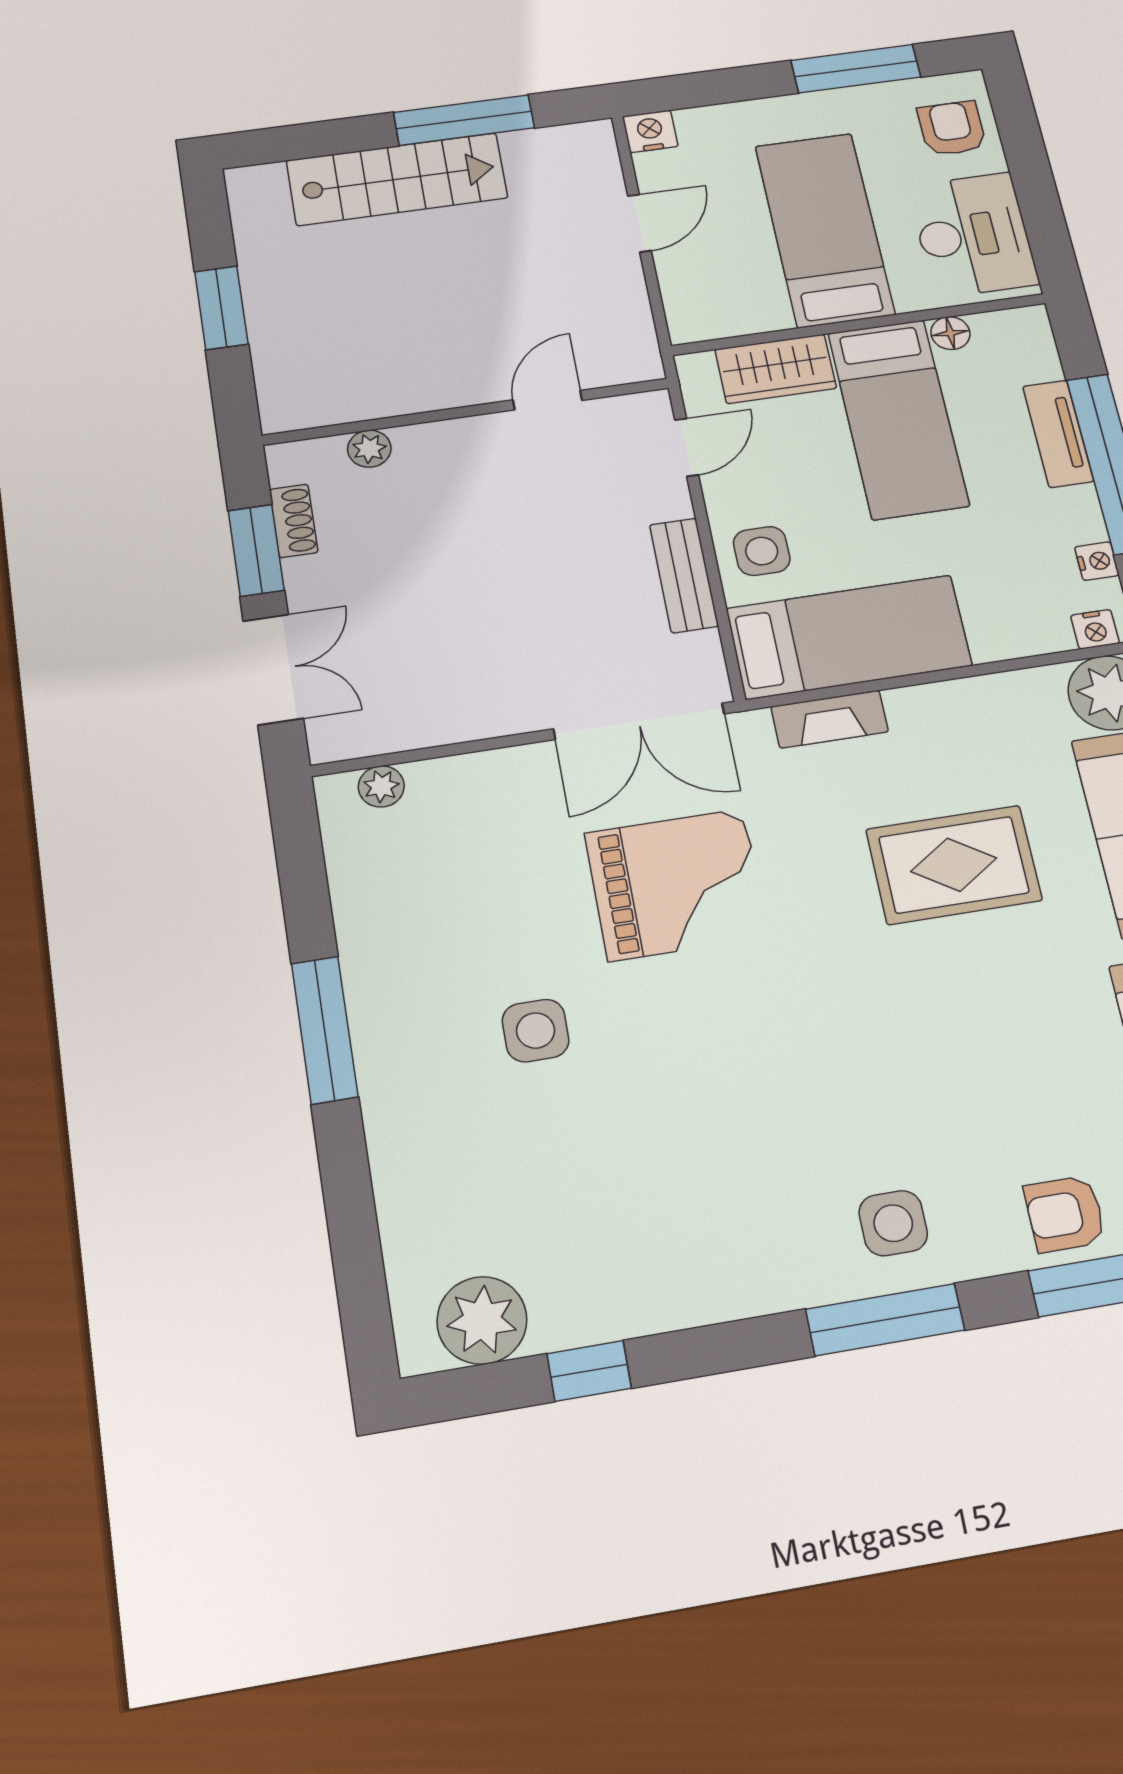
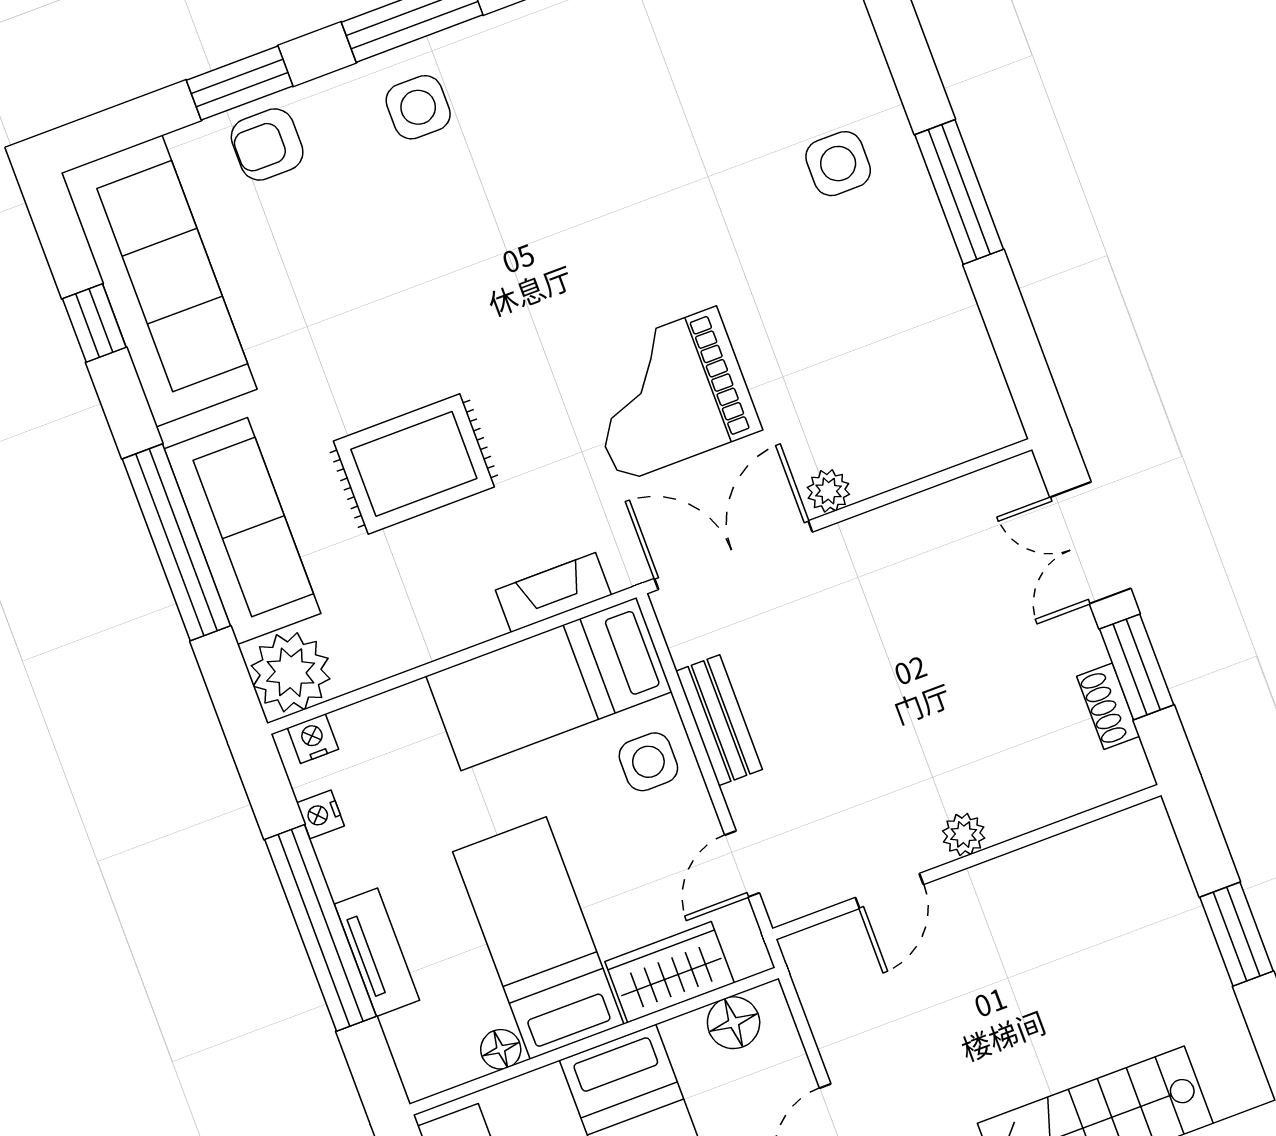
floor lamp: (722, 317) -> (734, 1023), added
plant: (369, 449) -> (964, 834), moved
plant: (381, 786) -> (828, 491), moved
side table: (536, 1031) -> (838, 164), moved
armchair: (1065, 1214) -> (267, 145), turned 180

